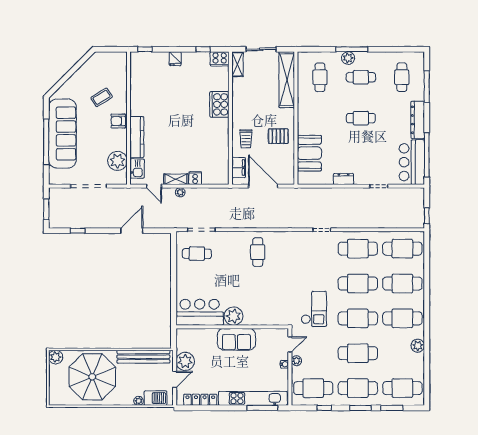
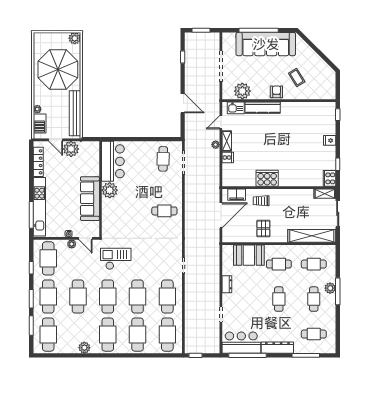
cooker: (219, 104) -> (267, 178), moved
cafe table: (320, 118) -> (279, 264), added
checkout: (314, 309) -> (116, 259), turned 180
sofa: (236, 339) -> (90, 199), width x1.36

